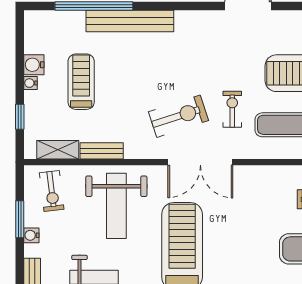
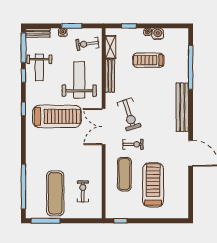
bench: (130, 21) -> (182, 107), moved
treadmill: (81, 82) -> (148, 60), turned 180
bench: (102, 151) -> (110, 76), width x1.36
weight bench: (116, 206) -> (79, 80), turned 90

